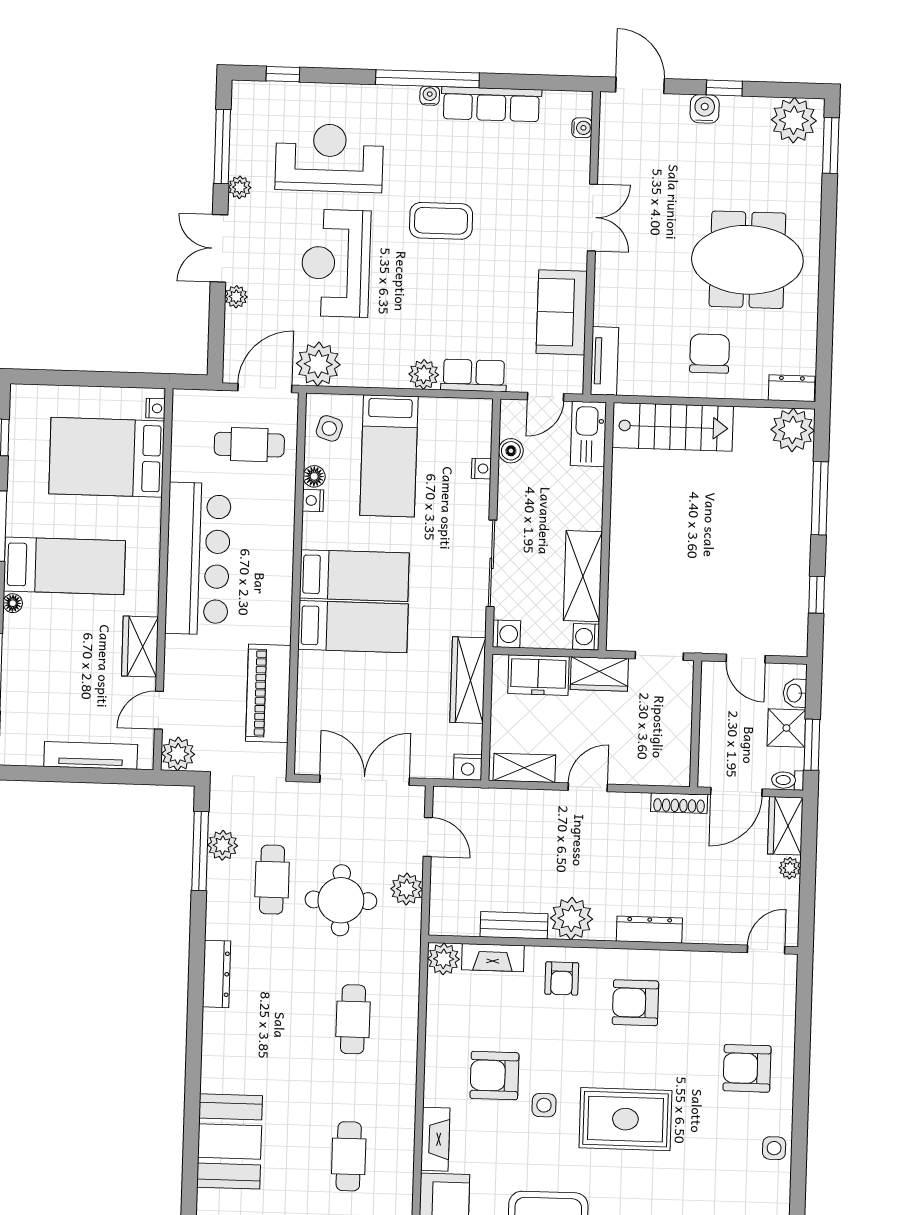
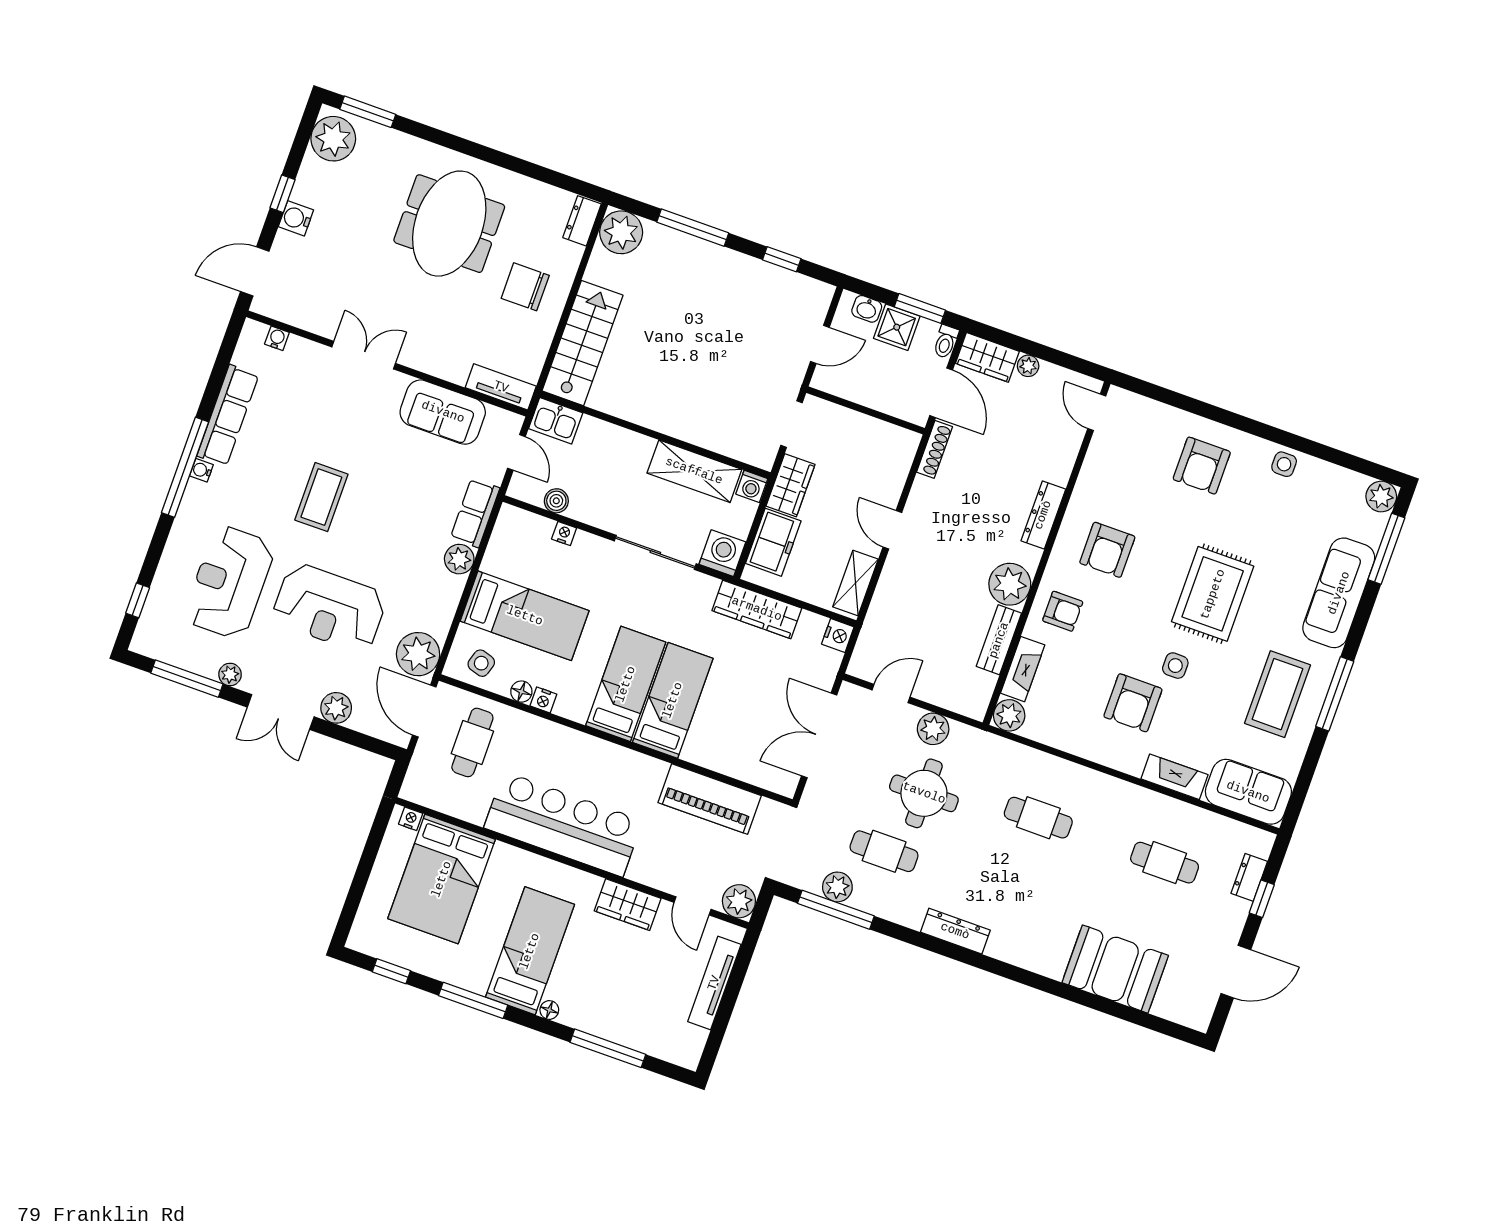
plant: (236, 297) -> (336, 708), width x1.38, depth x1.38
kitchen sink: (588, 434) -> (556, 421), width x0.73
washing machine: (507, 634) -> (722, 553), width x1.38, depth x1.38

